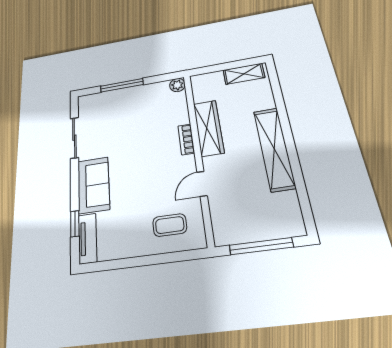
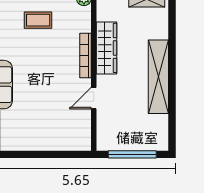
bookcase: (186, 139) -> (85, 55), width x1.56
coffee table: (170, 225) -> (38, 20), moved

